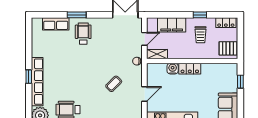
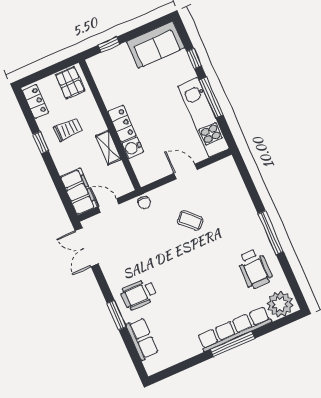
filing cabinet: (172, 25) -> (79, 192), moved
shelving: (157, 54) -> (108, 148), moved
window: (29, 77) -> (233, 344), width x2.17

